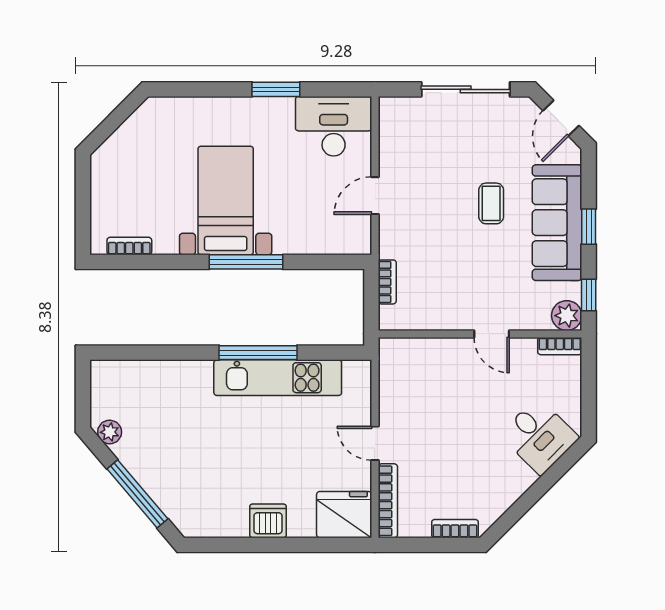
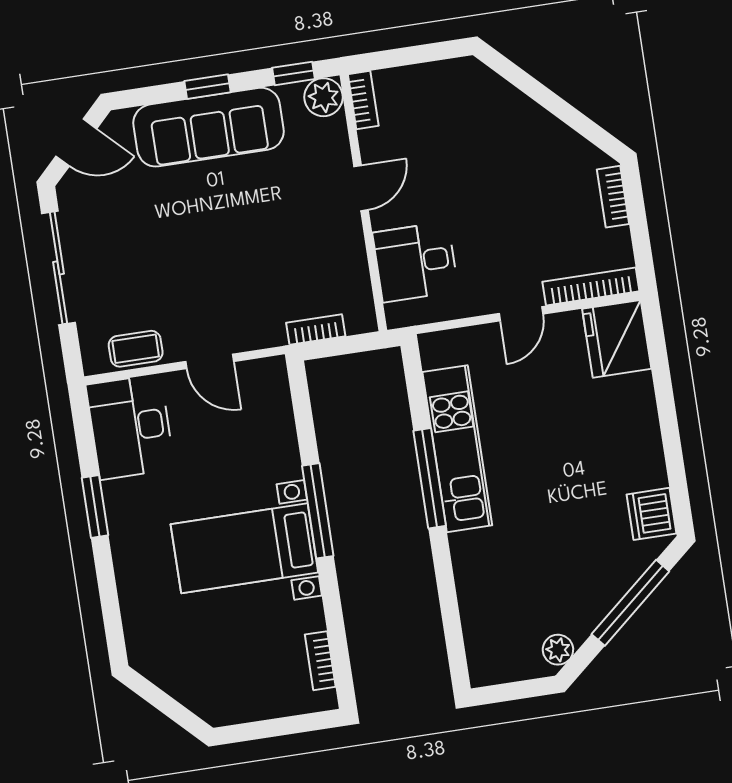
coffee table: (491, 203) -> (136, 349), moved
desk: (539, 436) -> (415, 262), moved, turned -135
dishwasher: (268, 521) -> (652, 514), moved

